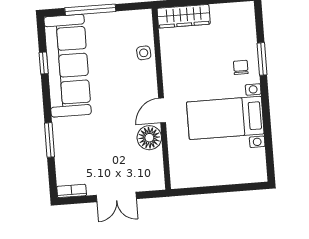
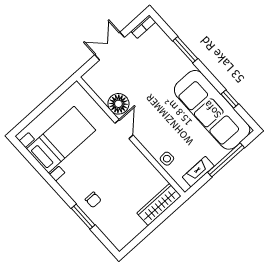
fireplace: (124, 19) -> (198, 172), added
bed with nightstands: (225, 118) -> (61, 140), moved

